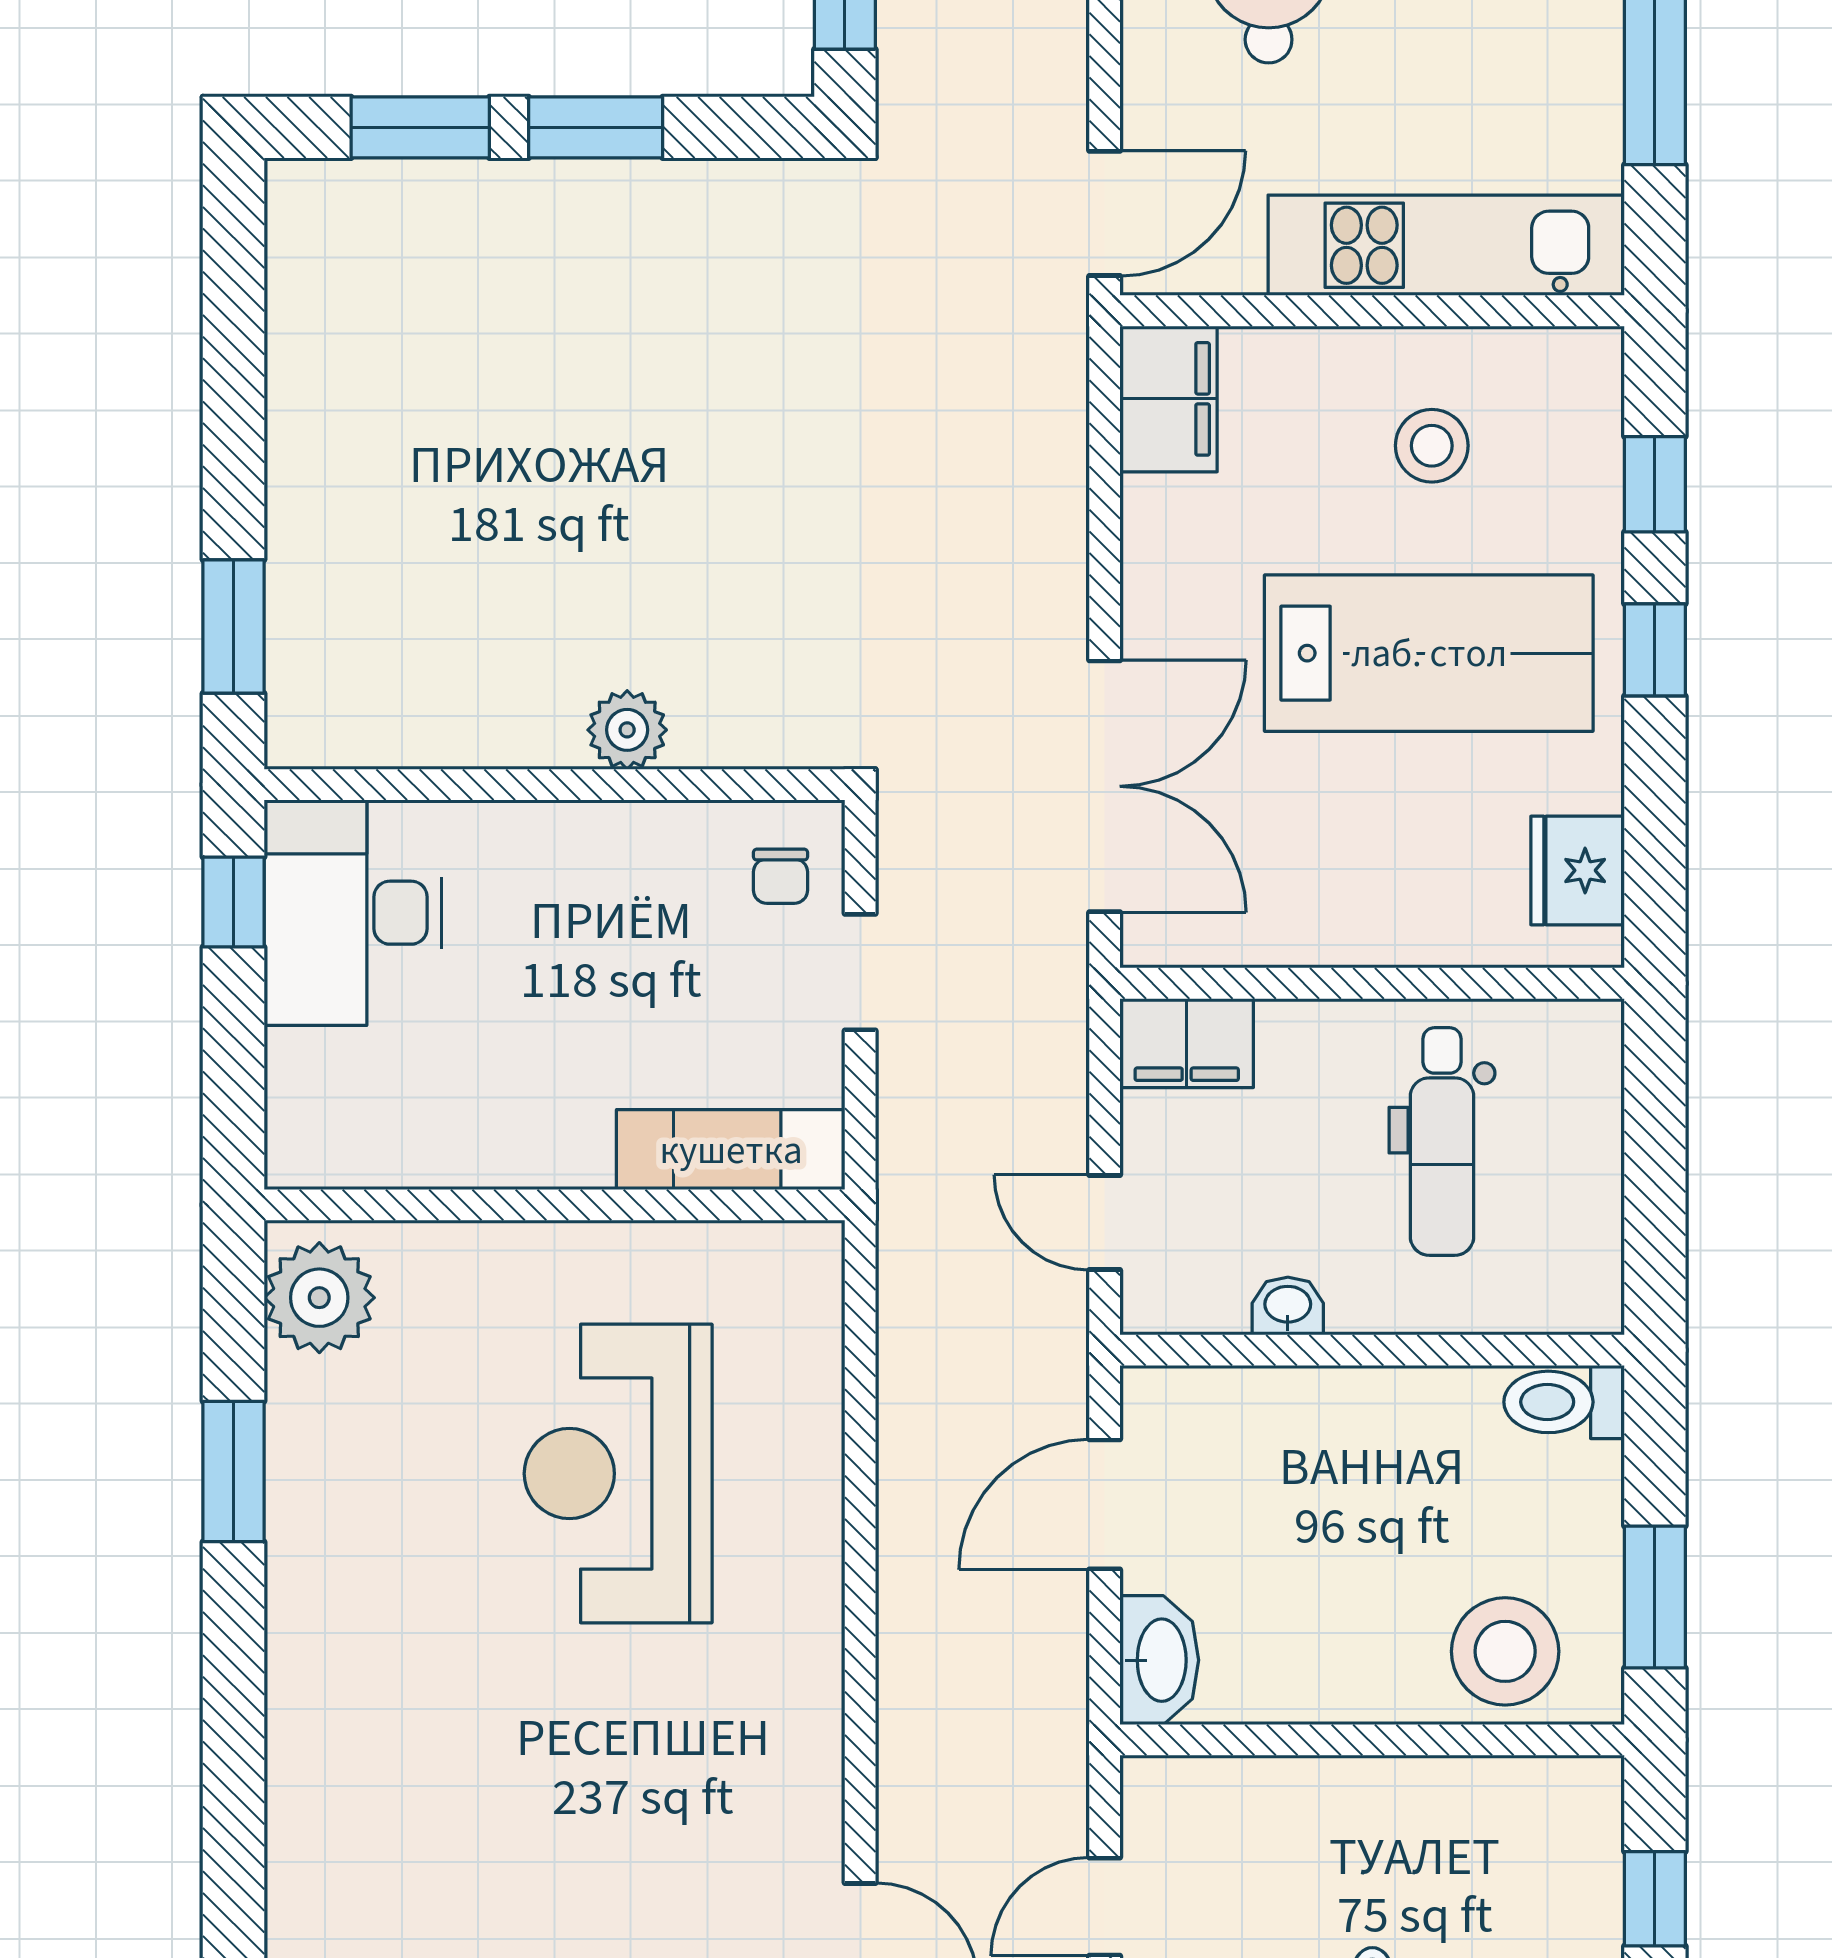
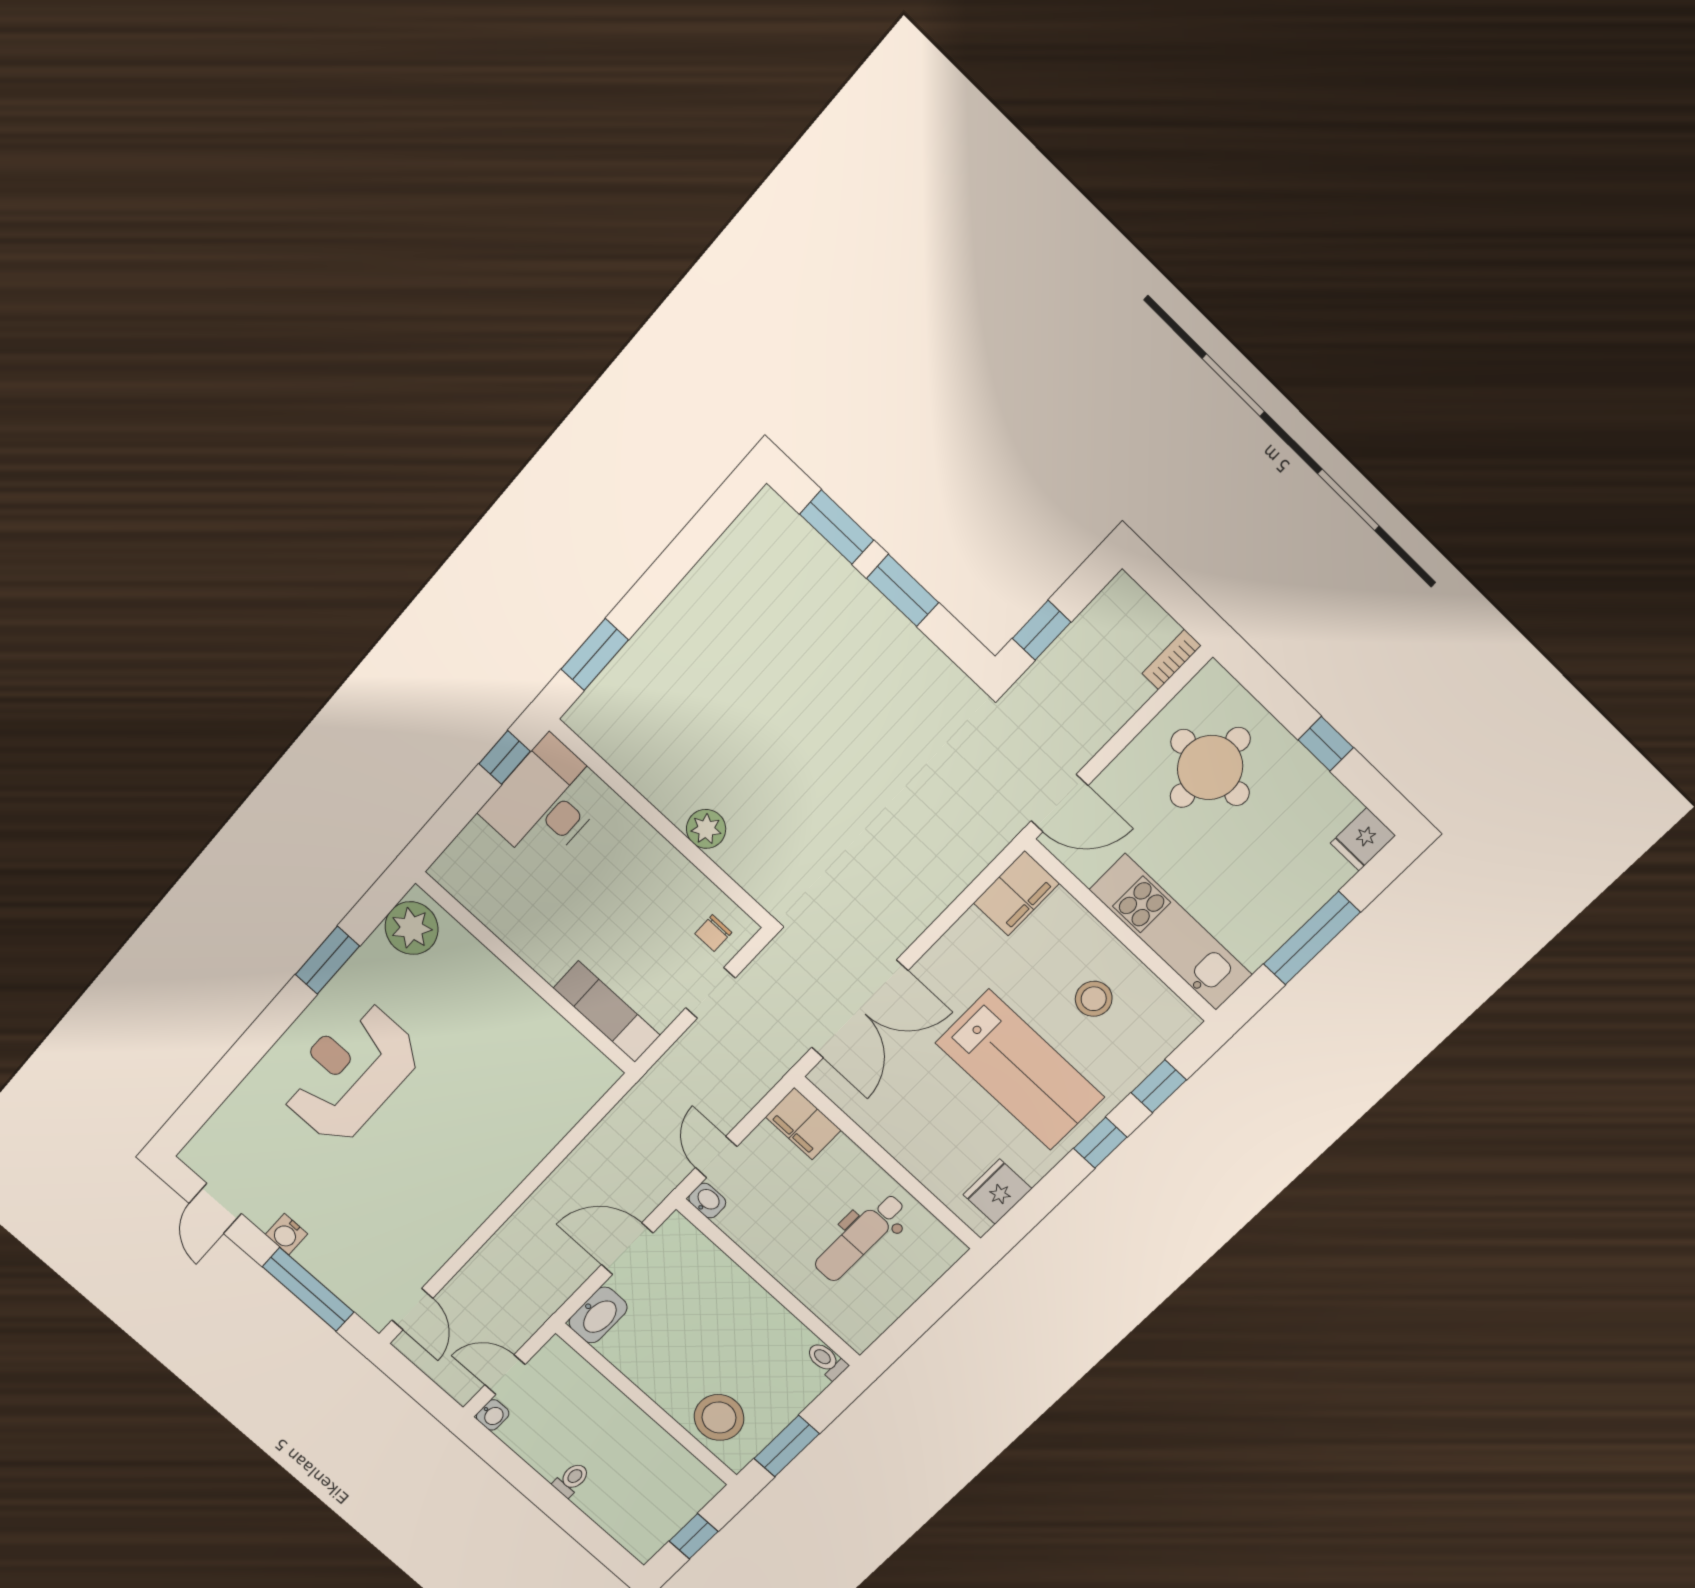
washbasin: (1288, 1306) -> (707, 1201), moved
toilet: (1564, 1402) -> (827, 1360), width x0.73, depth x0.72
reception desk: (618, 1474) -> (350, 1073), moved

